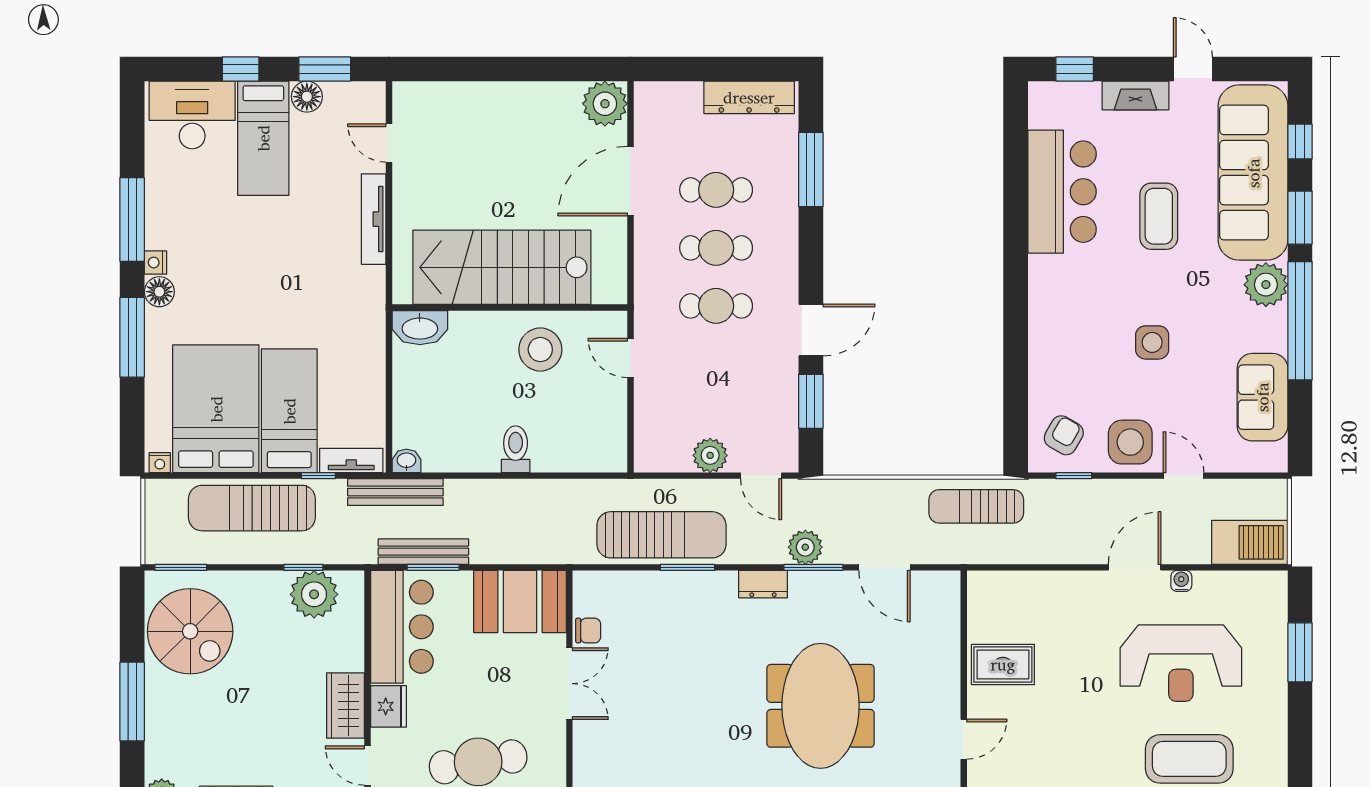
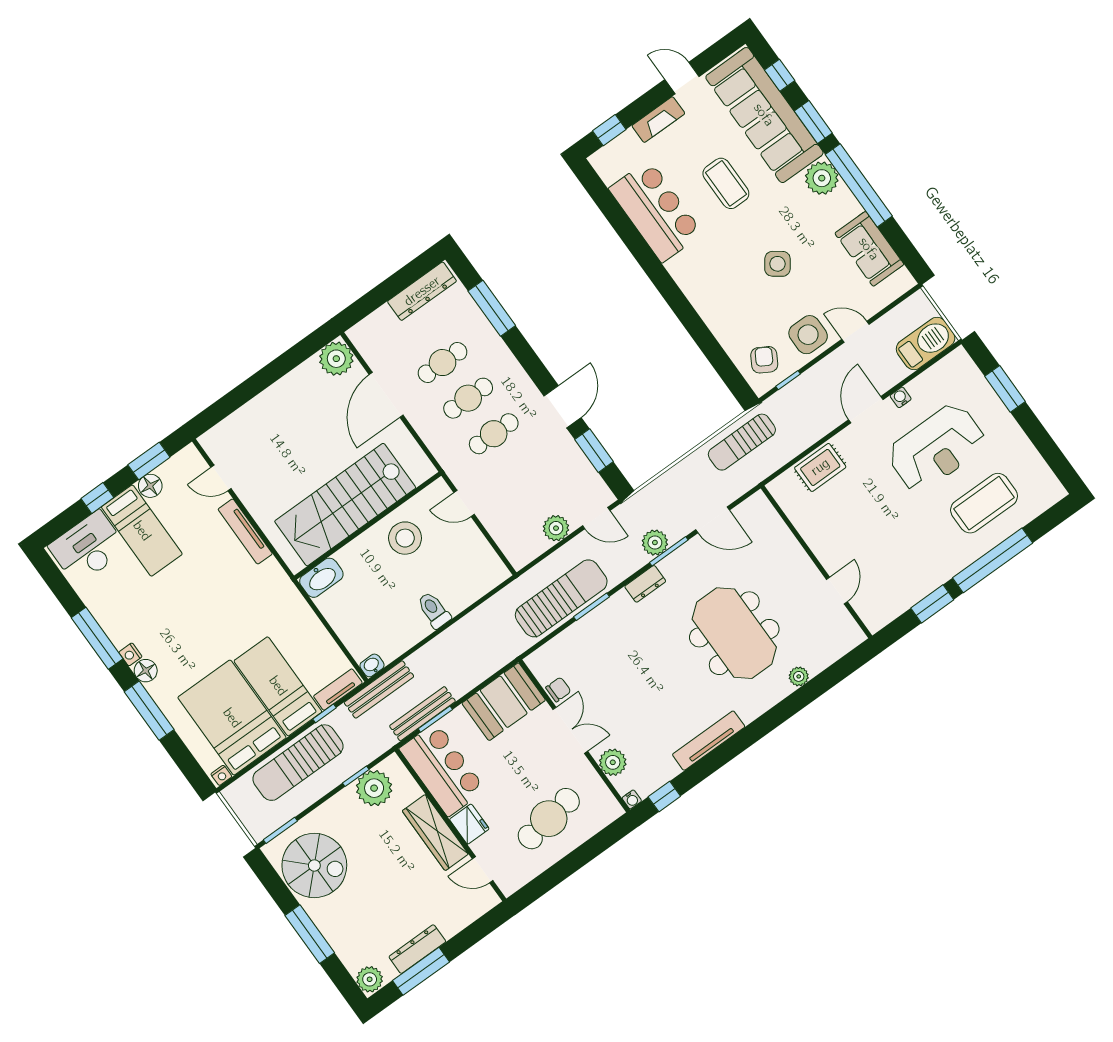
side table: (1152, 342) -> (777, 264), turned 36
rug: (1003, 664) -> (820, 467), moved
wardrobe: (346, 705) -> (435, 832), width x1.50
plant: (590, 751) -> (613, 762), added

